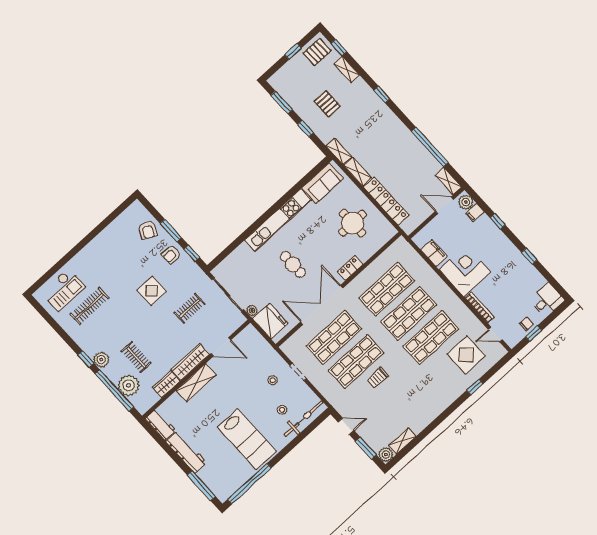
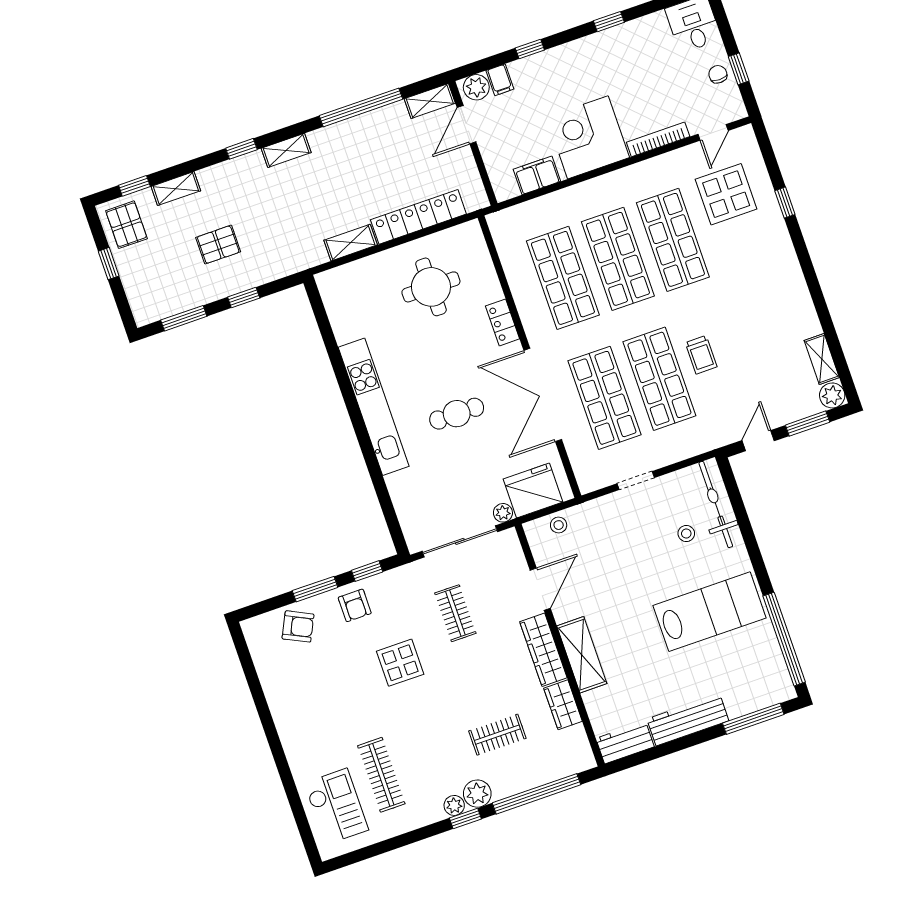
shelving: (339, 152) -> (286, 150), moved
sofa: (323, 183) -> (345, 308), removed
stool: (273, 380) -> (559, 525), moved
plant: (129, 385) -> (454, 805), moved, width x0.53, depth x0.53

